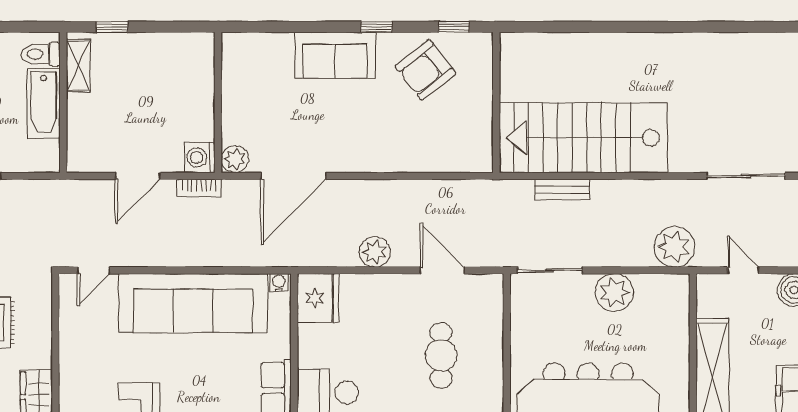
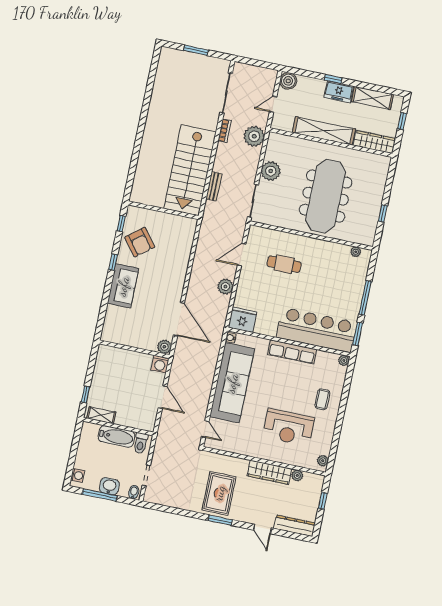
toilet: (40, 54) -> (141, 443), moved
bookcase: (199, 188) -> (225, 131), moved

